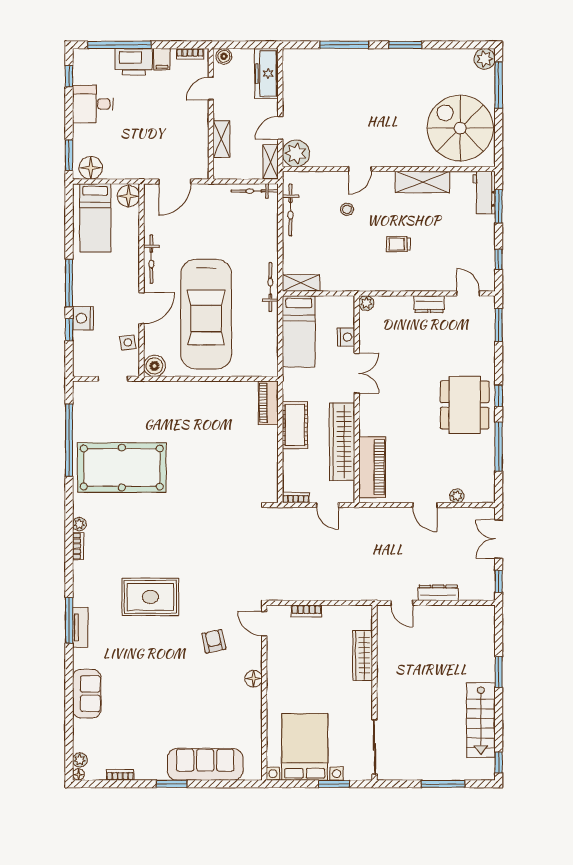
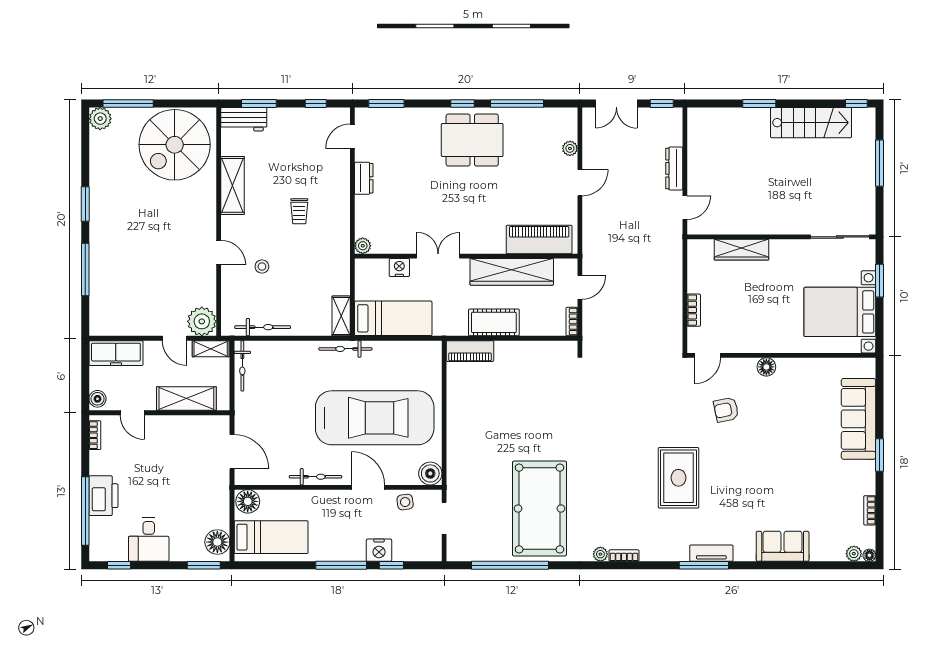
filing cabinet: (162, 59) -> (101, 465), removed
shelving: (221, 139) -> (186, 399), width x1.50, depth x1.33

